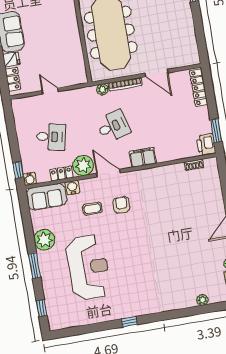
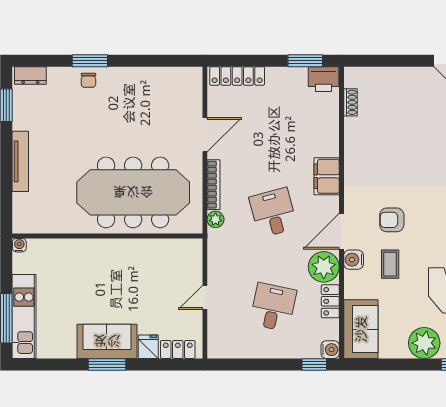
water cooler: (72, 187) -> (354, 260), moved

